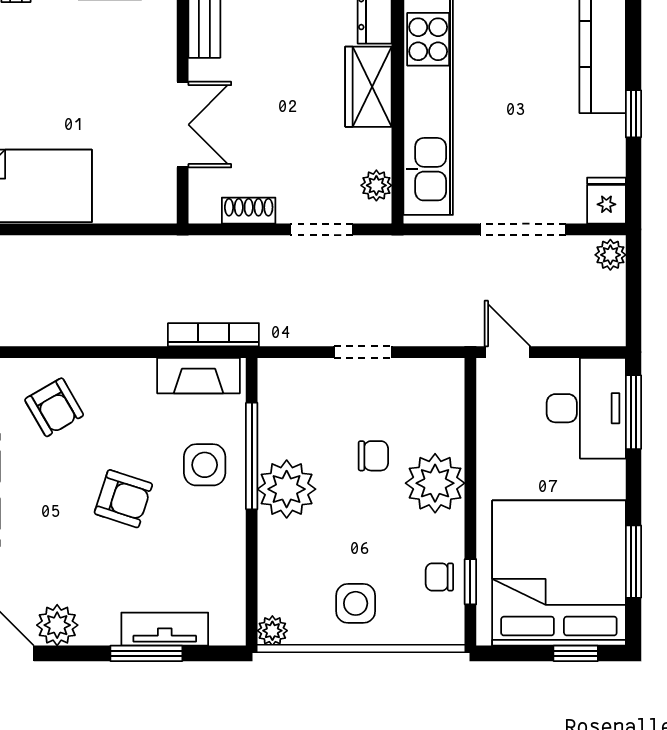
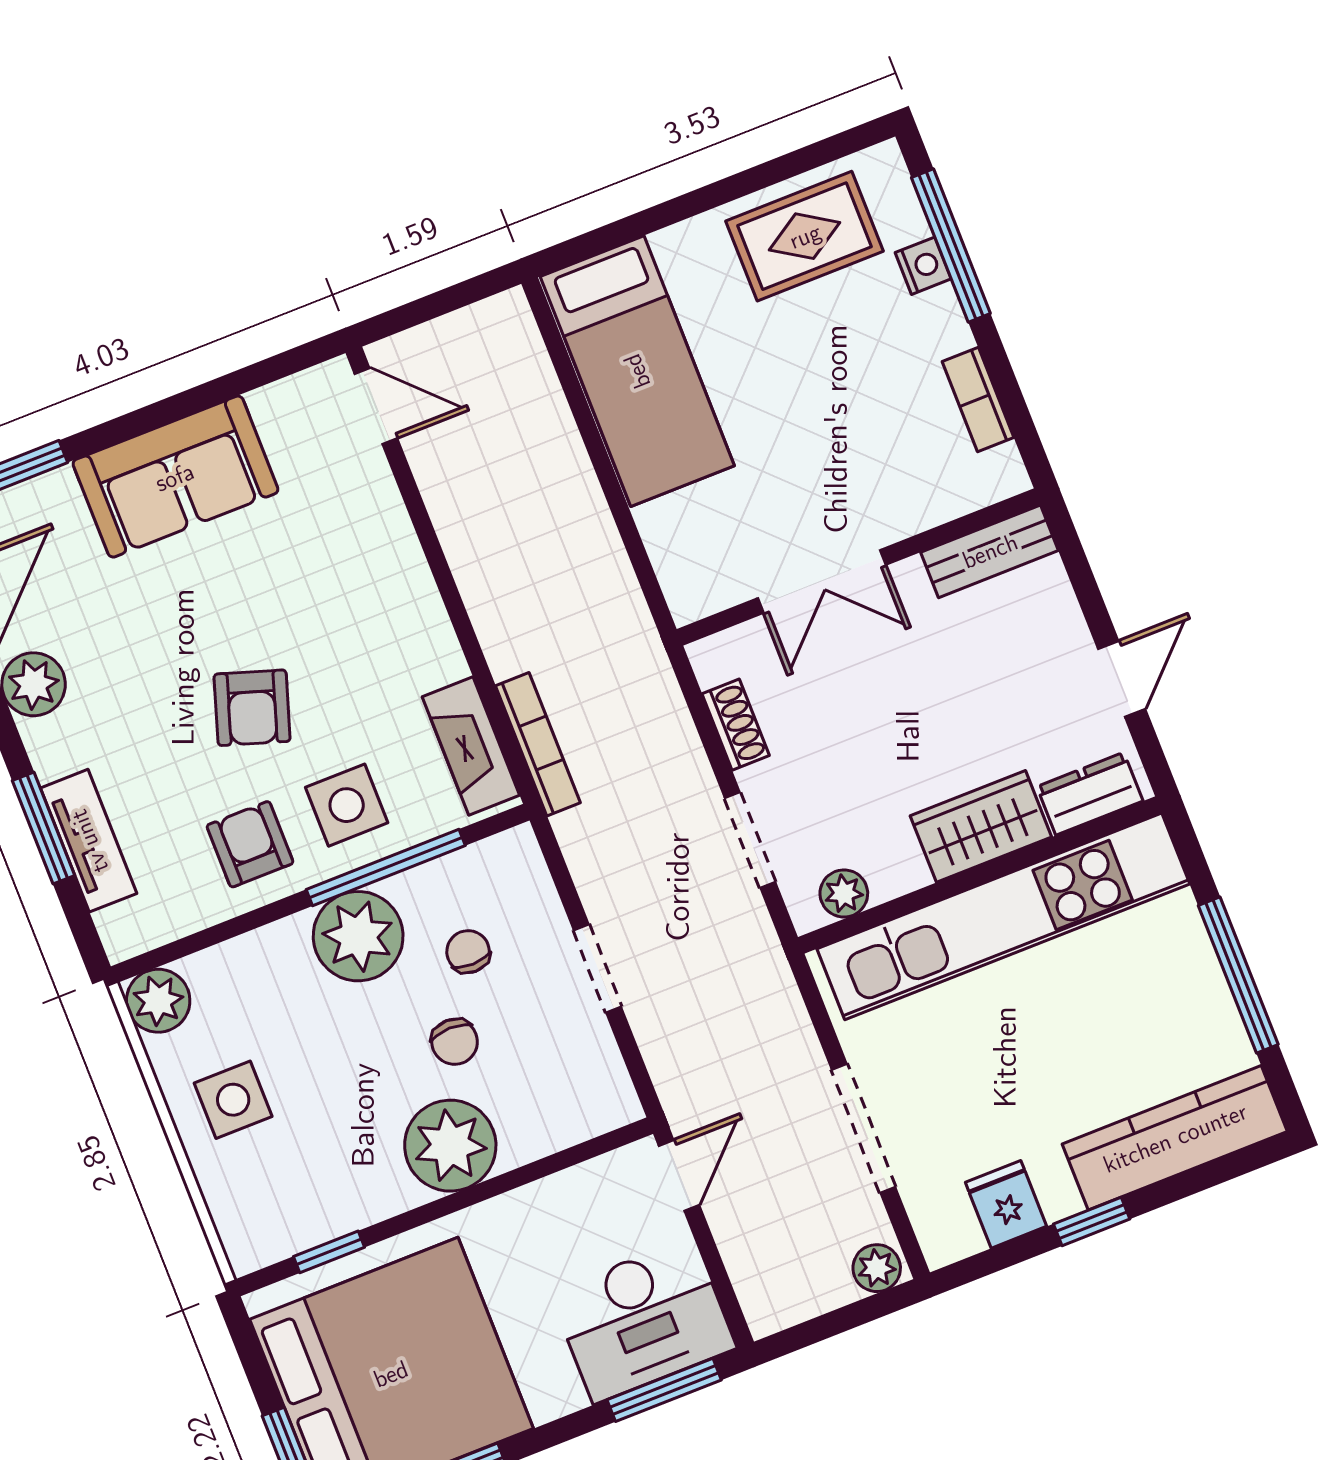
fridge: (606, 201) -> (1006, 1204), moved, turned -90
armchair: (54, 407) -> (250, 844), moved, turned 120
chair: (439, 577) -> (468, 952), moved
plant: (272, 631) -> (158, 1001), width x1.38, depth x1.38

